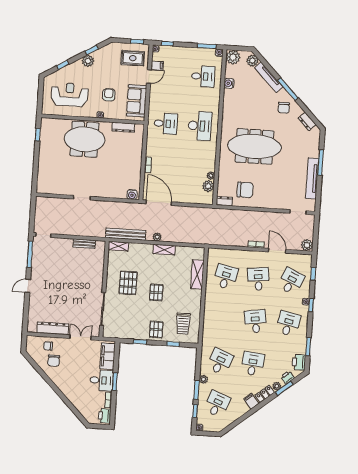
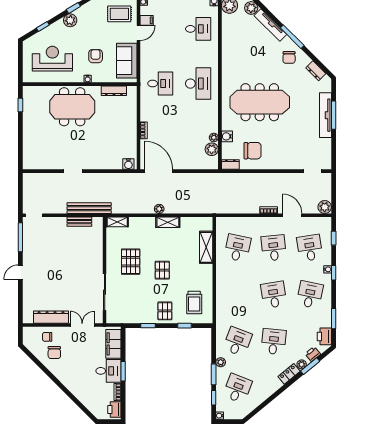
water cooler: (229, 83) -> (227, 136), moved
tv unit: (312, 178) -> (326, 115), moved
bench: (126, 234) -> (89, 208), moved
desk: (291, 281) -> (310, 248), turned -33
filing cabinet: (251, 401) -> (275, 383), removed

